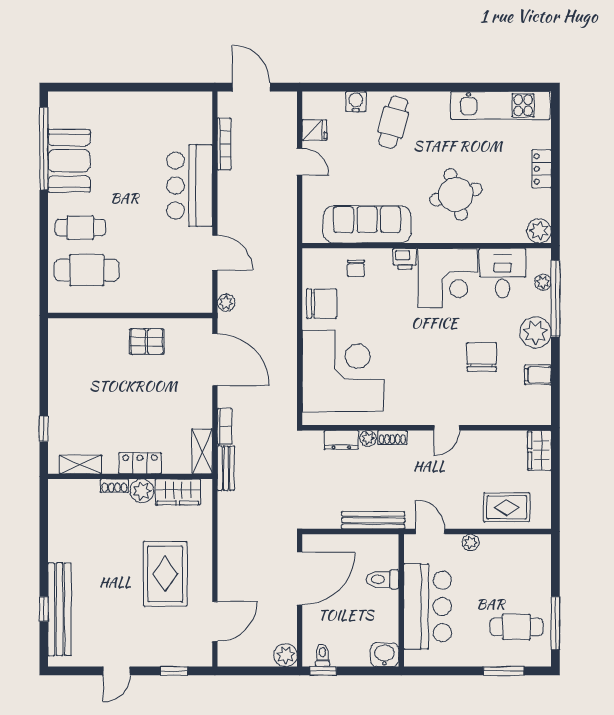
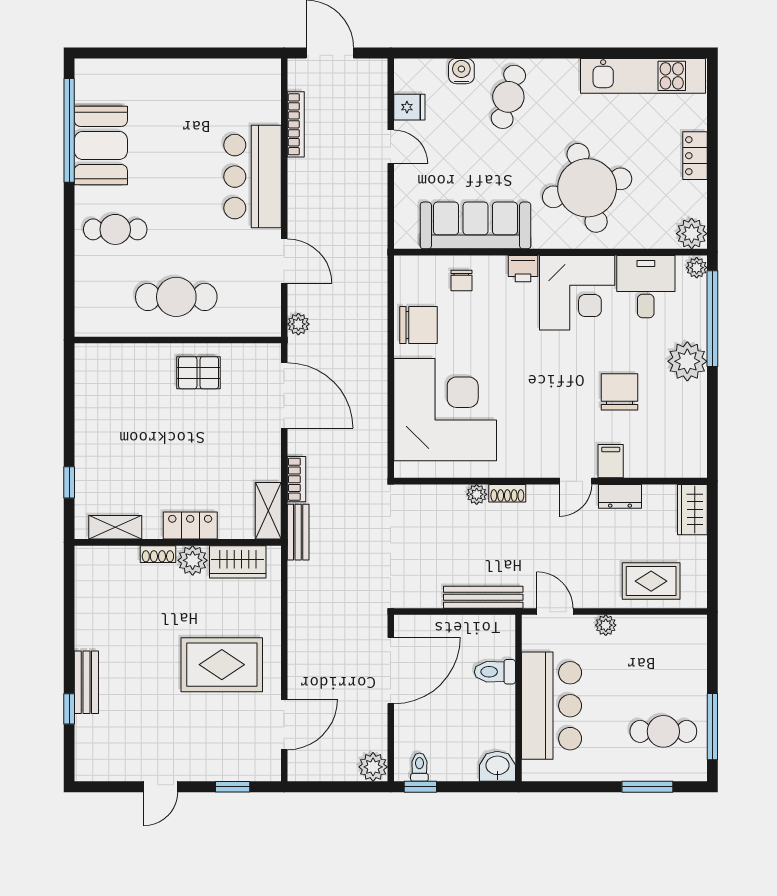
round table: (456, 194) -> (587, 188), width x1.36, depth x1.36
cafe table: (87, 270) -> (176, 297), moved
plant: (543, 282) -> (697, 268), moved
filing cabinet: (538, 375) -> (611, 461), moved, turned 90
dresser: (341, 440) -> (620, 496), moved
rug: (165, 574) -> (222, 665), turned 90
bench: (60, 609) -> (86, 682), width x0.54, depth x0.82

